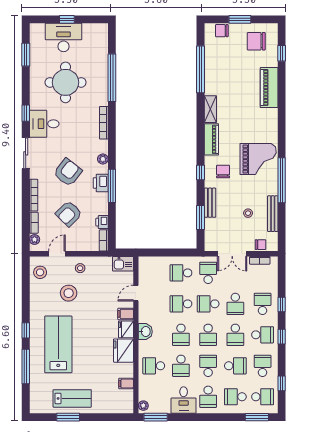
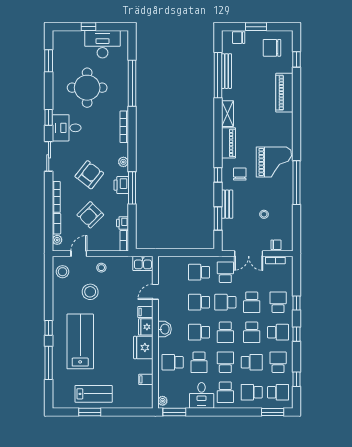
desk: (64, 37) -> (102, 44), moved
bench: (273, 214) -> (227, 71), moved
school desk: (181, 335) -> (199, 332), turned 90

